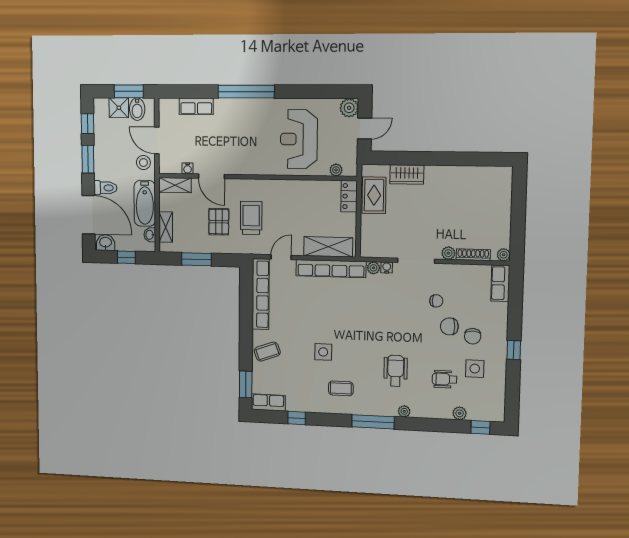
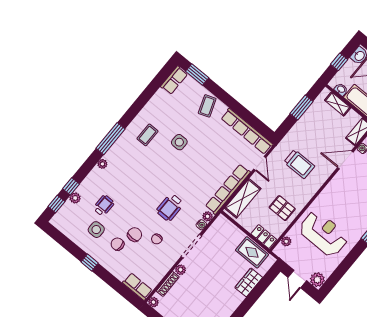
pallet: (219, 222) -> (282, 208), moved
wheelchair: (396, 371) -> (170, 207), moved, turned 90
window: (297, 418) -> (71, 186), moved

